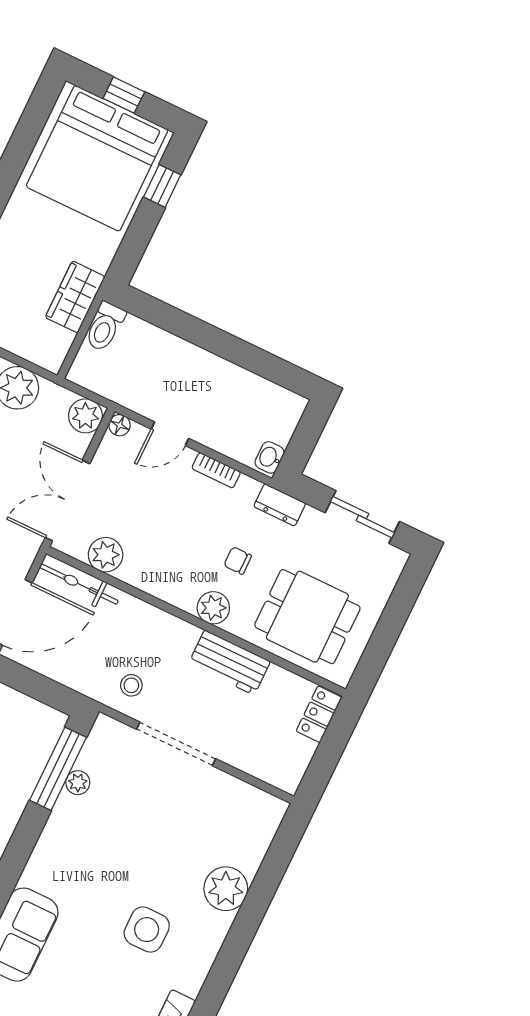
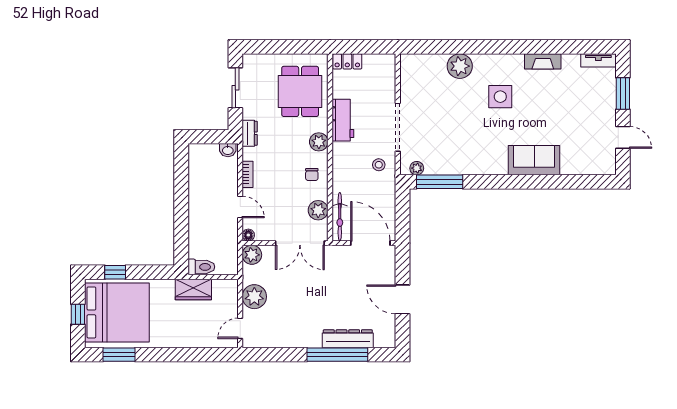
window: (29, 129) -> (119, 355), added
chair: (238, 561) -> (312, 175), moved
plant: (78, 783) -> (417, 168), moved

